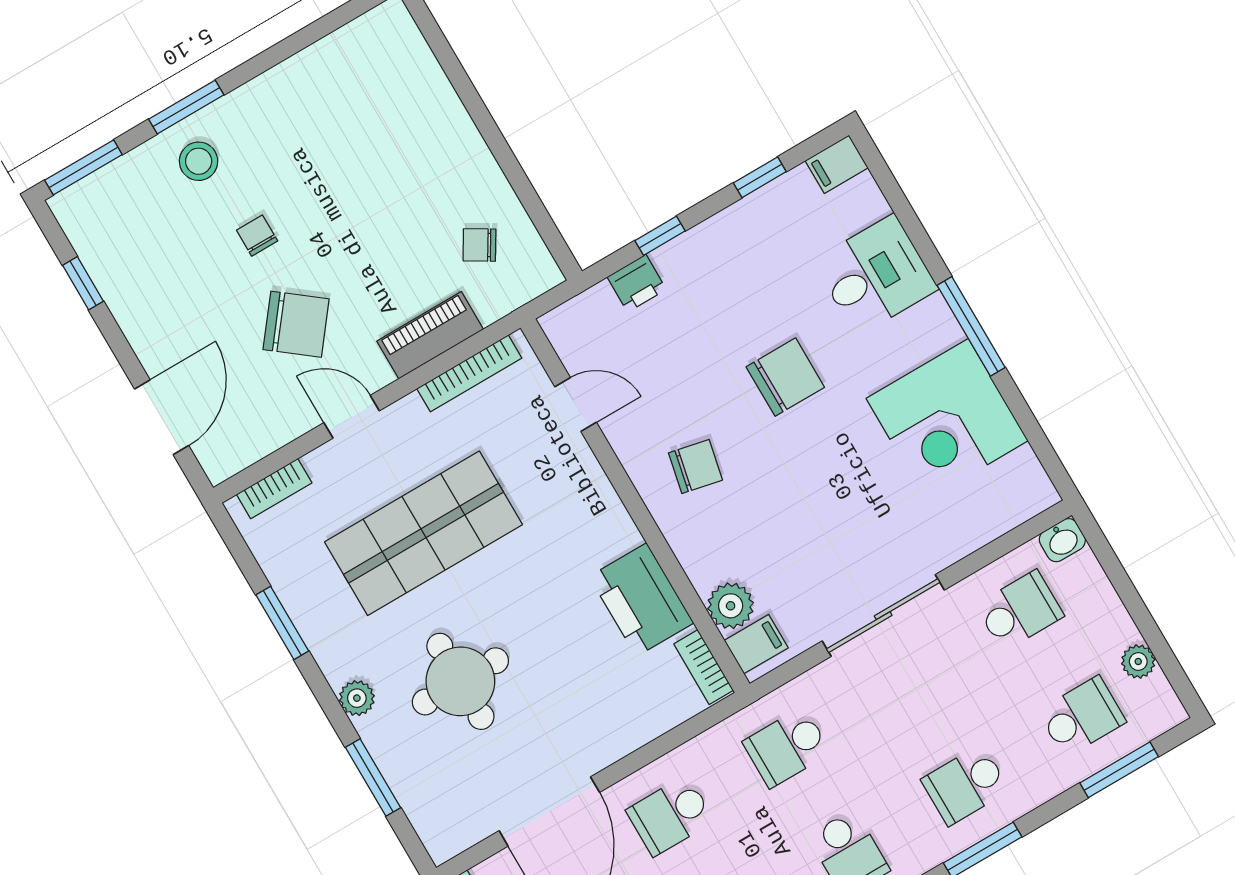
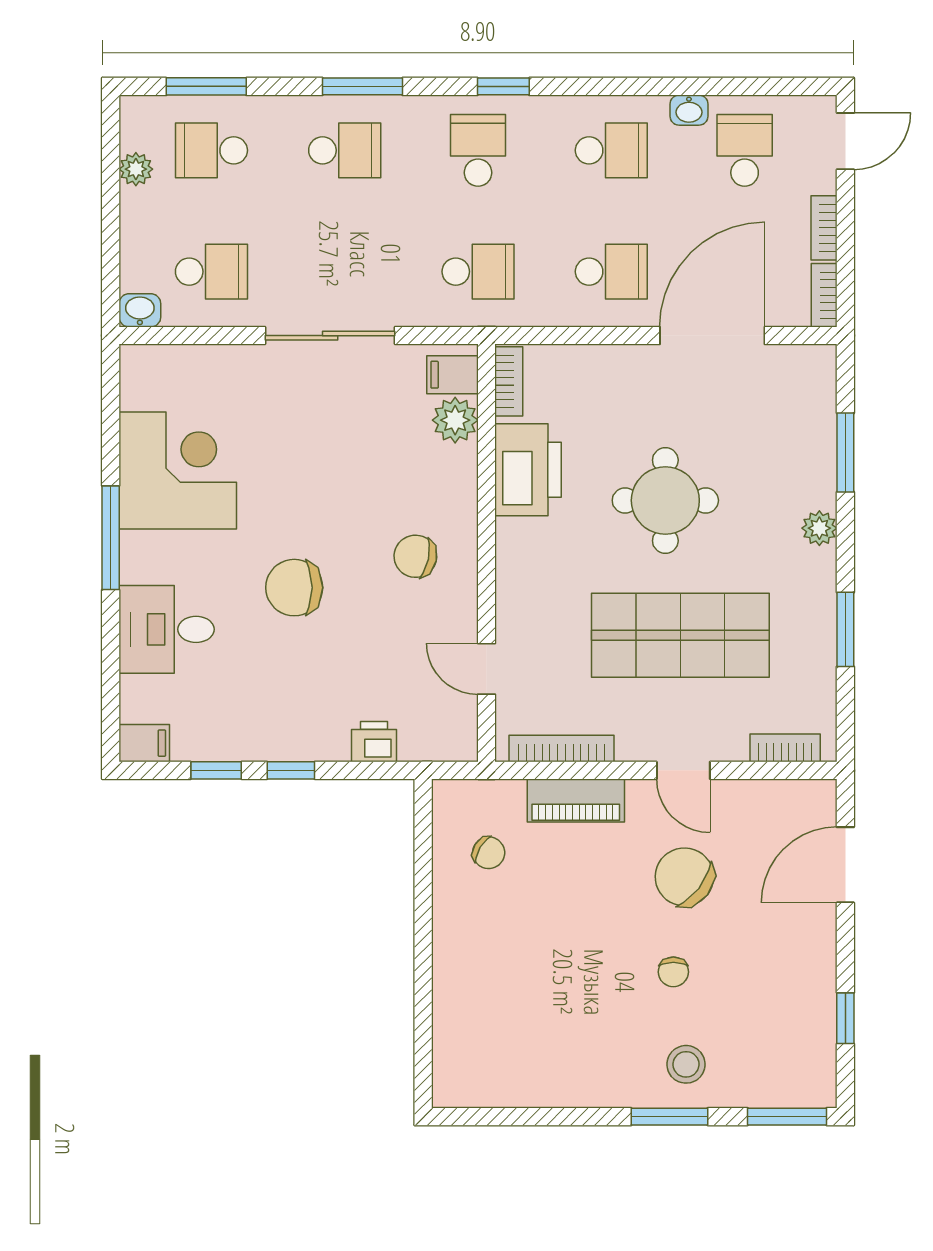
window: (660, 236) -> (291, 770), moved
school desk: (1020, 611) -> (211, 272), turned 180
round table: (460, 681) -> (665, 500), moved

